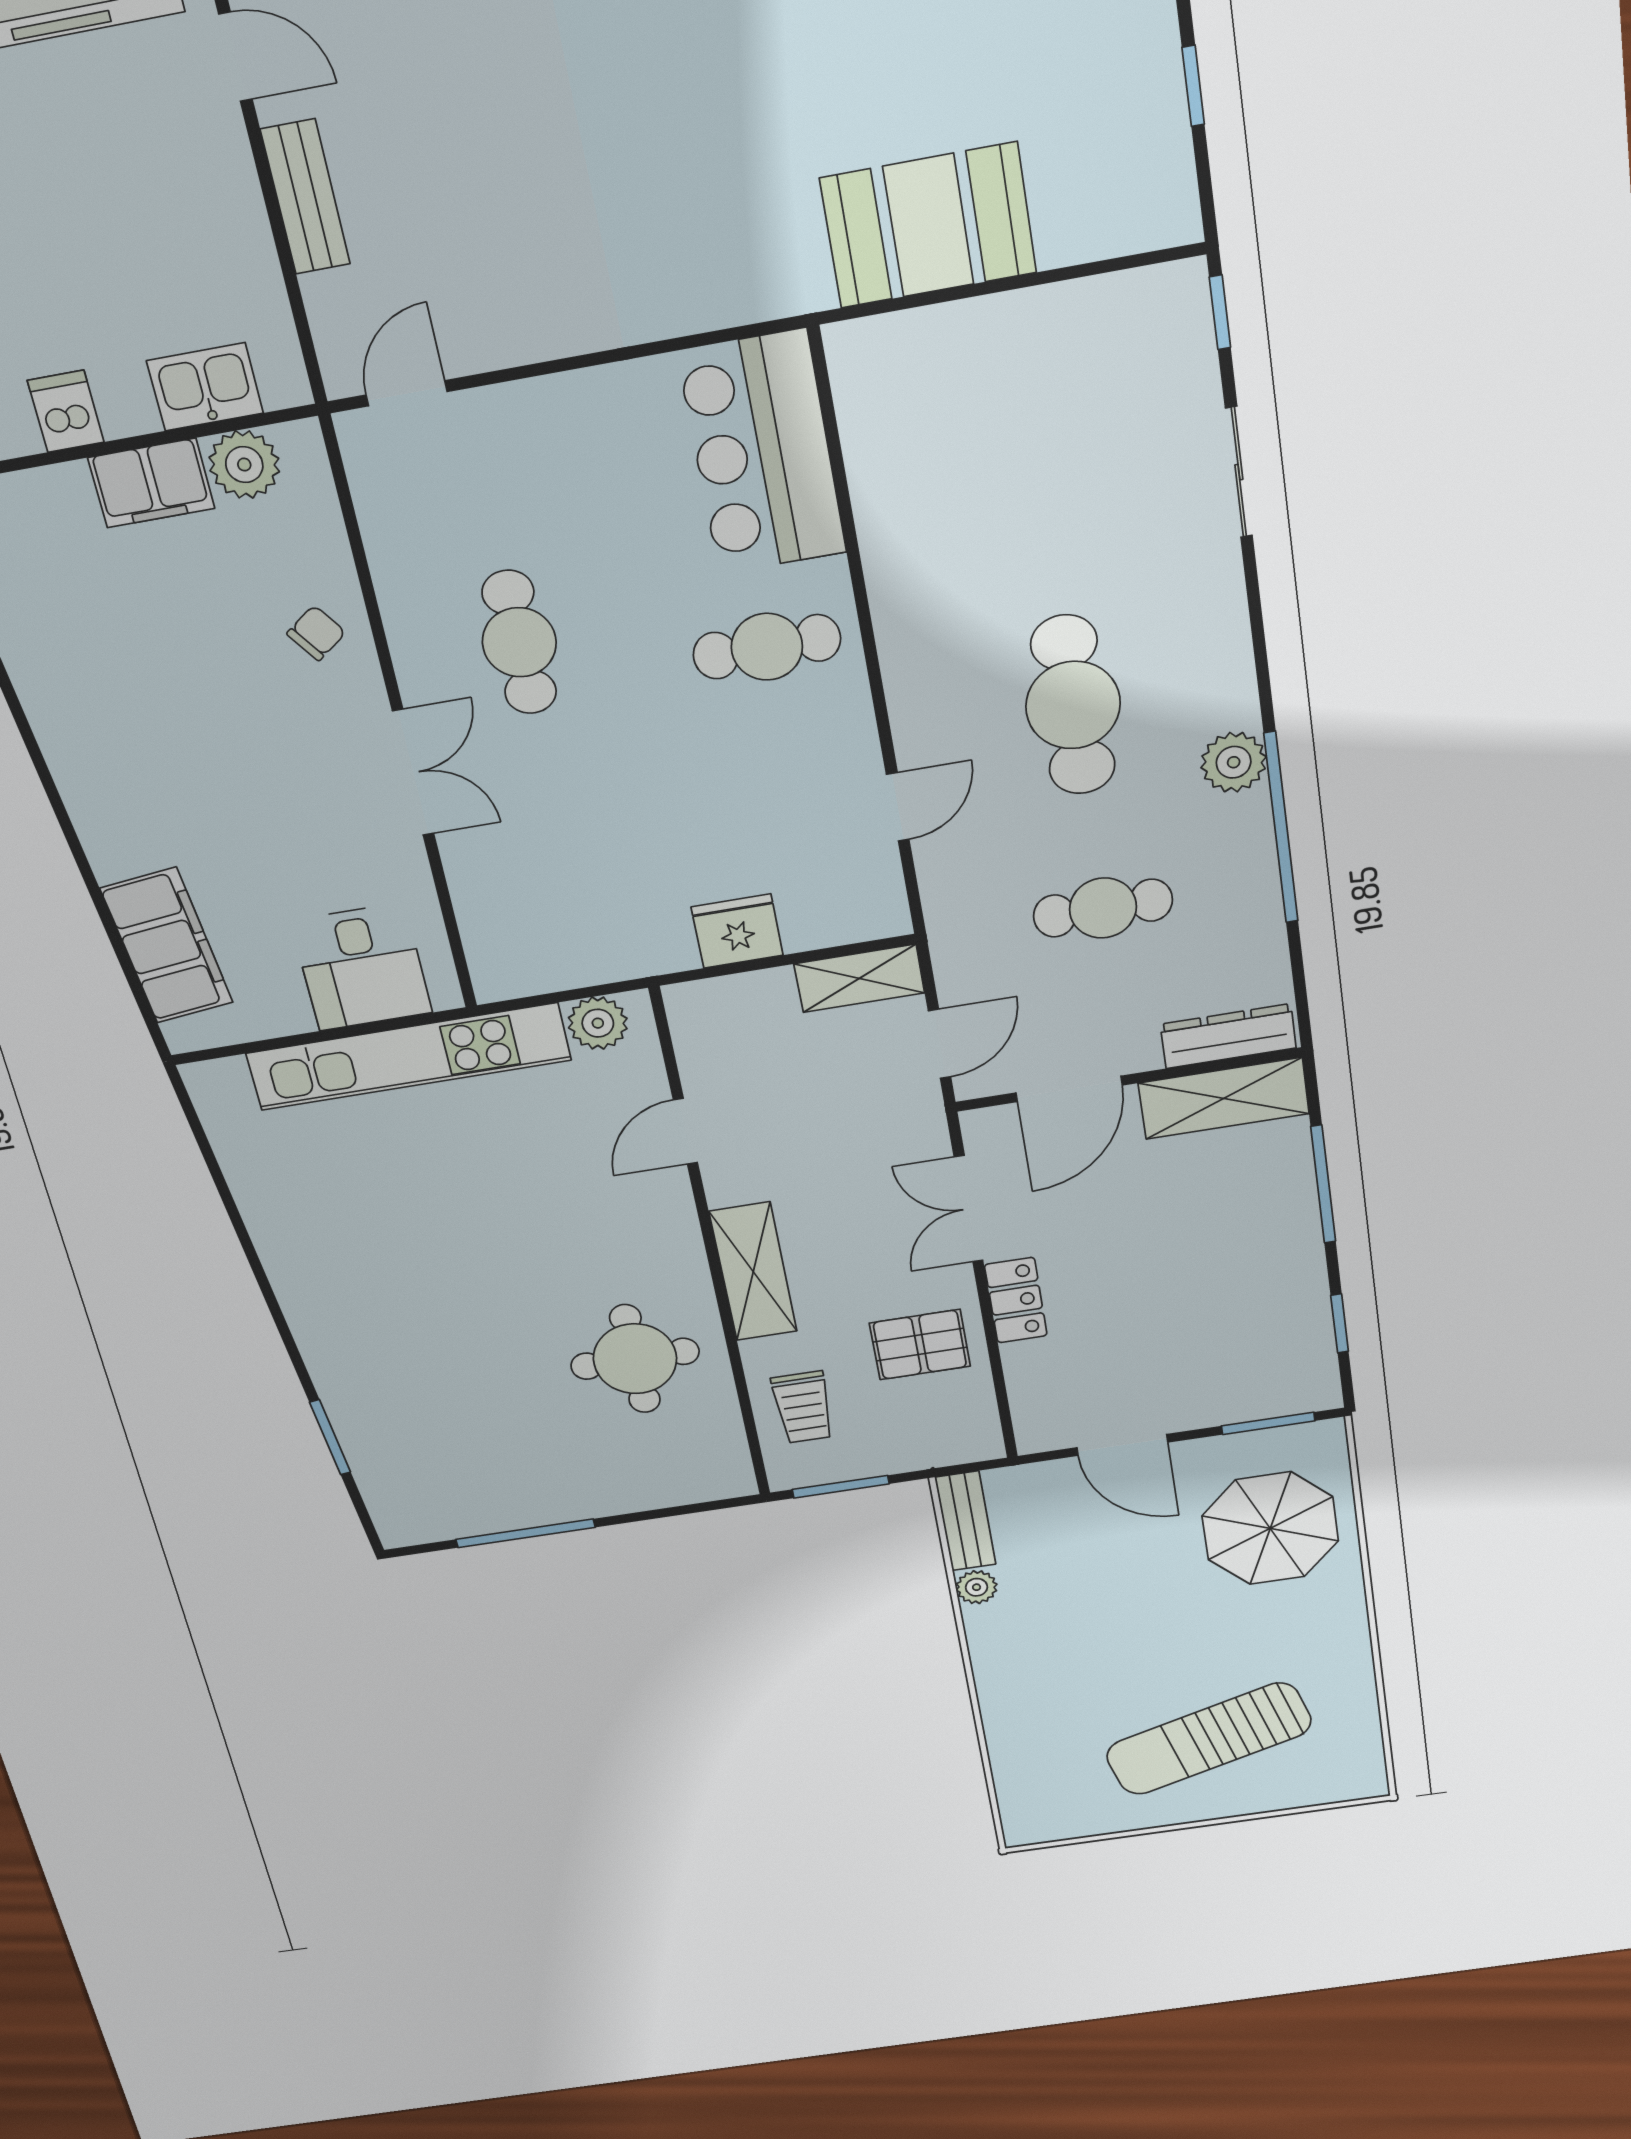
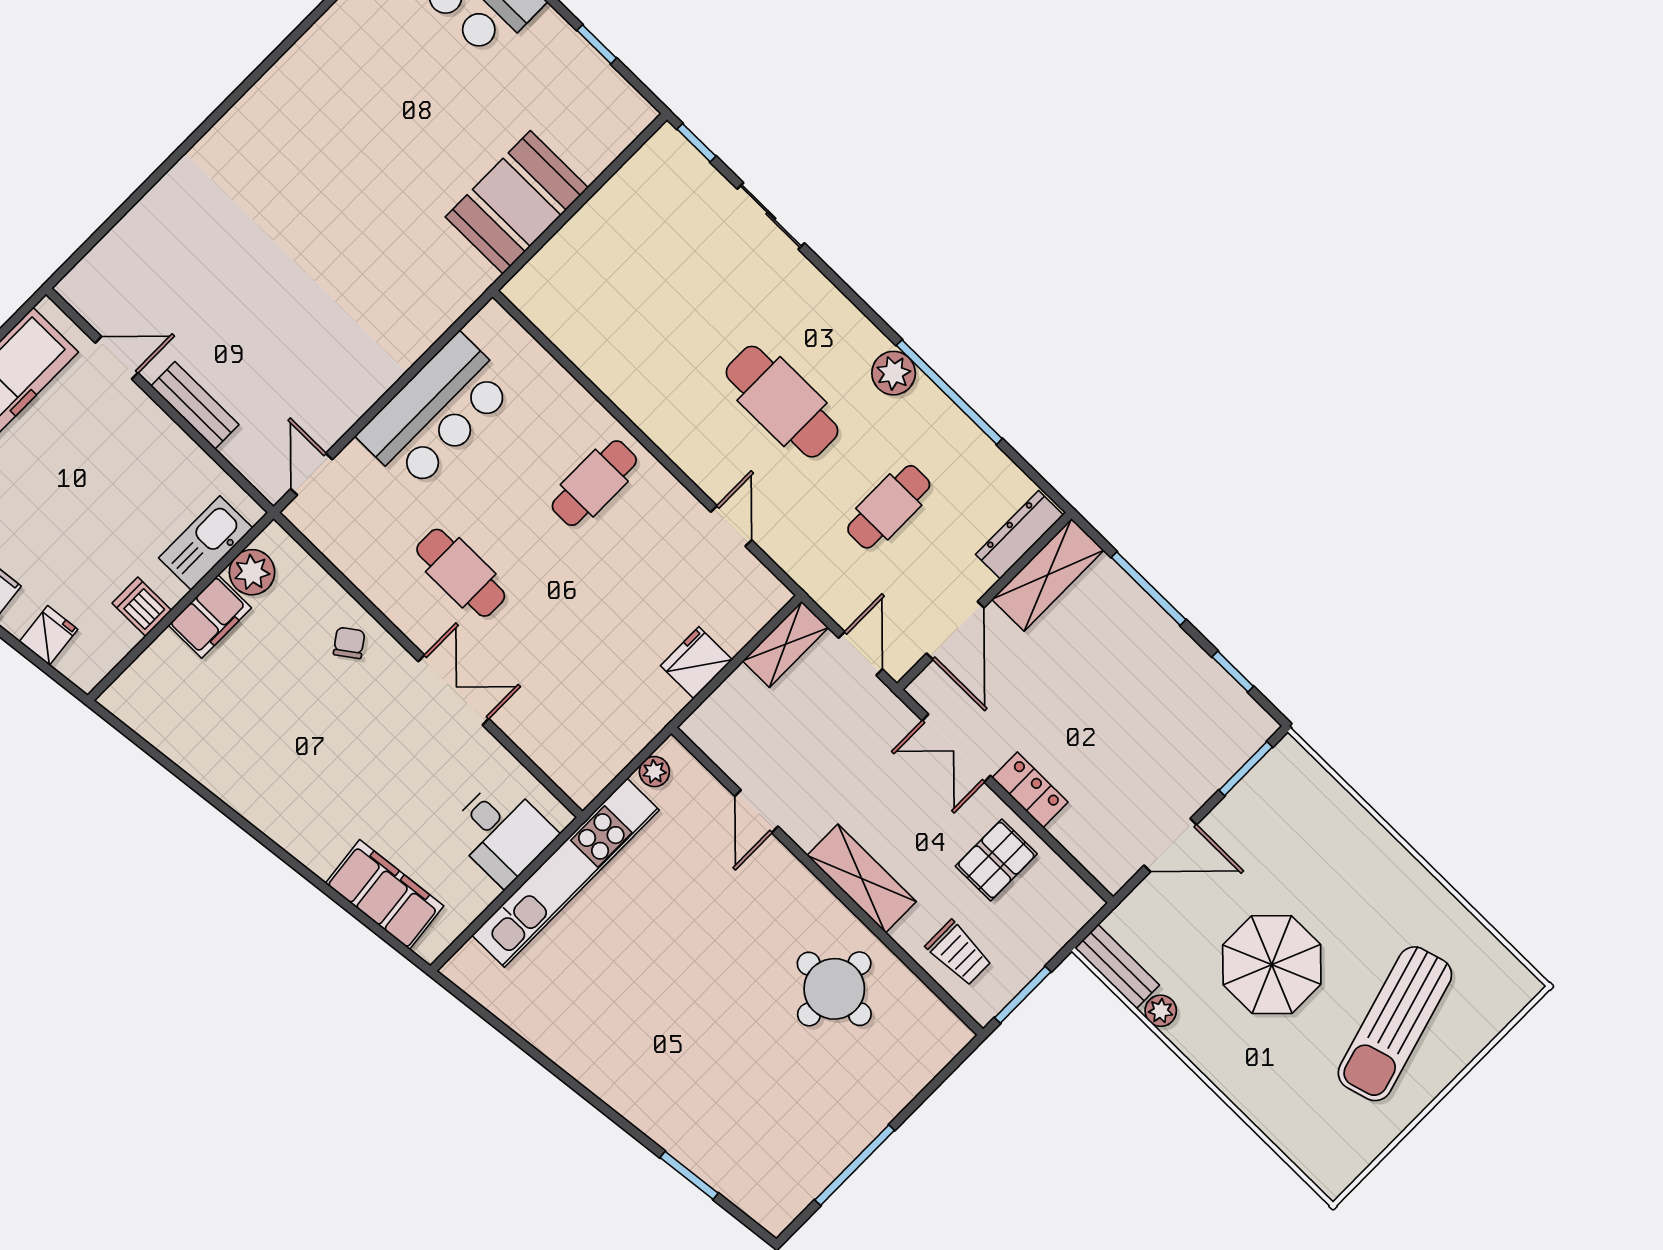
kitchen sink: (205, 387) -> (206, 543), width x1.38
bar counter: (762, 453) -> (436, 412), moved, turned -90
plant: (598, 1023) -> (654, 772), width x0.73, depth x0.73
parasol: (1270, 1528) -> (1272, 965), moved

